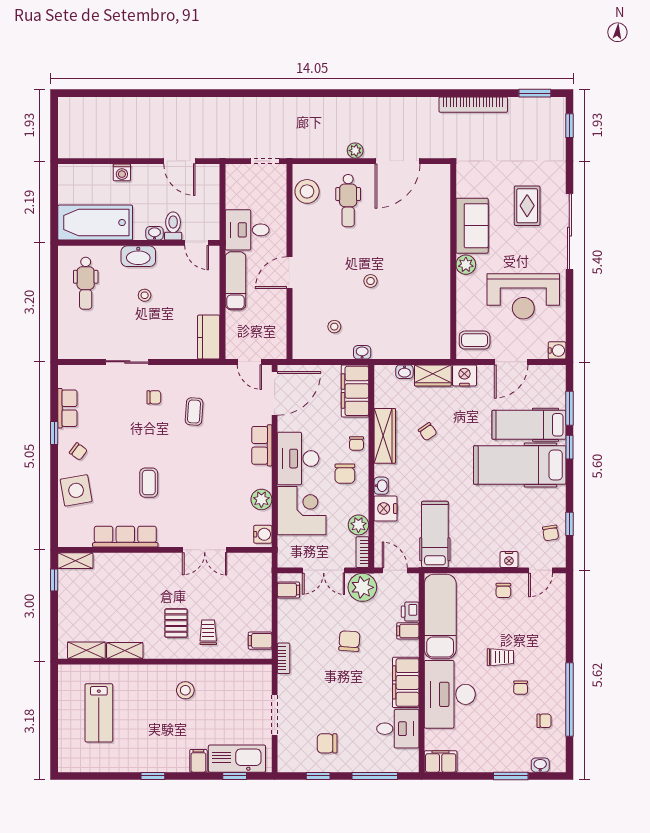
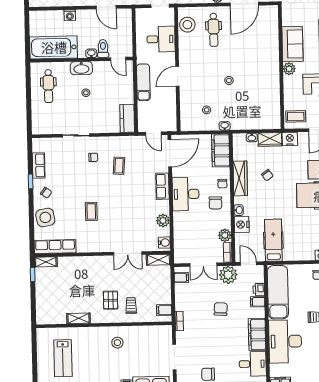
desk: (247, 230) -> (161, 39), moved, turned 180
corner desk: (302, 511) -> (189, 227), removed
row of seats: (125, 537) -> (55, 247), moved
shelving: (86, 650) -> (158, 260), moved

